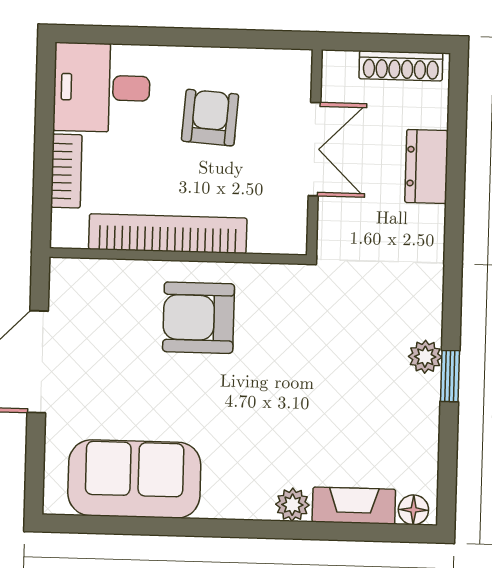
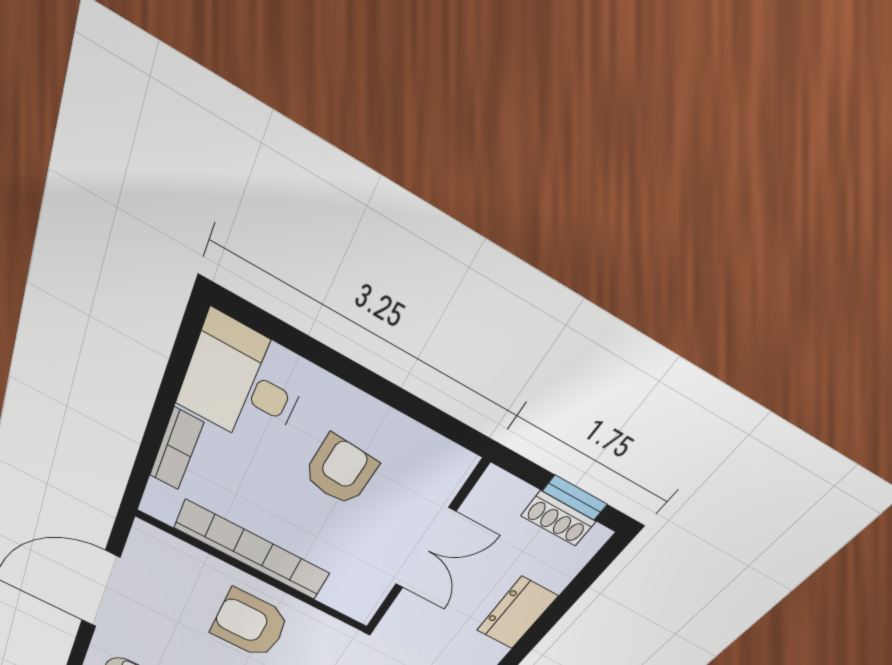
window: (401, 43) -> (575, 498), added
shoe rack: (401, 66) -> (558, 519), width x0.70

